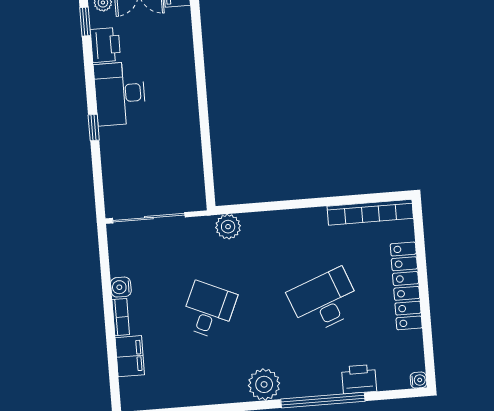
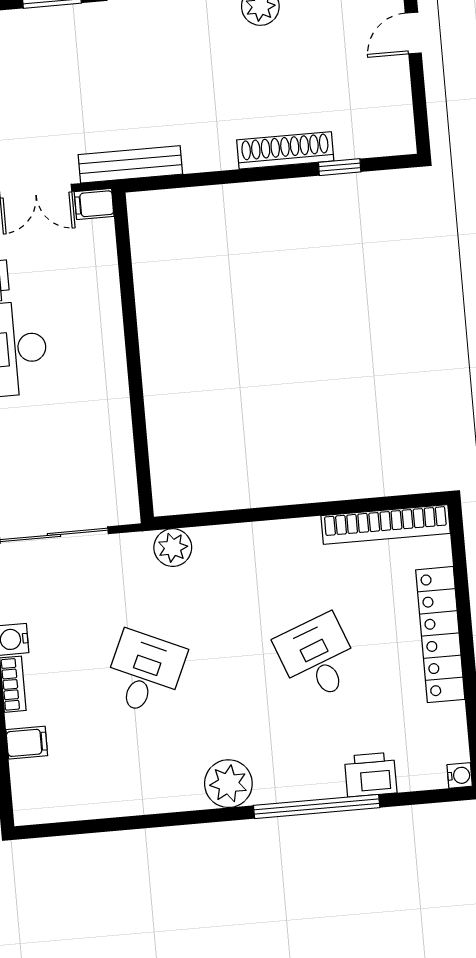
desk: (324, 301) -> (318, 658), width x0.73
filing cabinet: (130, 356) -> (27, 743), width x0.50

